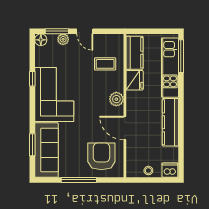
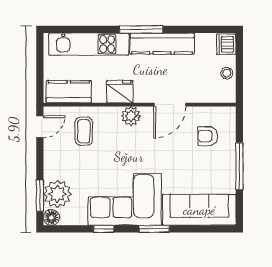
door: (85, 31) -> (40, 127), moved
plant: (63, 39) -> (57, 194), width x1.88, depth x1.88
window: (181, 56) -> (141, 29), moved
fridge: (135, 80) -> (120, 92), moved
window: (32, 145) -> (154, 229), moved
armchair: (101, 156) -> (208, 136), width x0.53, depth x0.53

